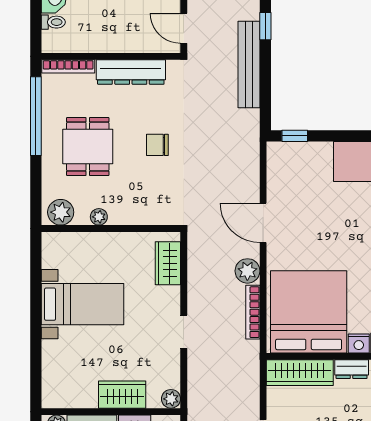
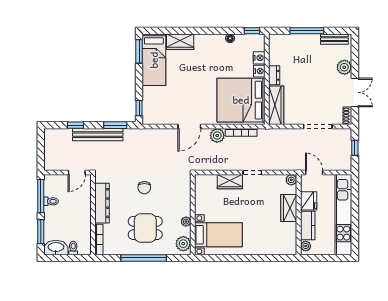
window: (265, 95) -> (115, 125), added
window: (36, 116) -> (144, 258), moved
wardrobe: (168, 263) -> (230, 182), moved
bed with nightstands: (82, 304) -> (218, 235), moved, turned 90

